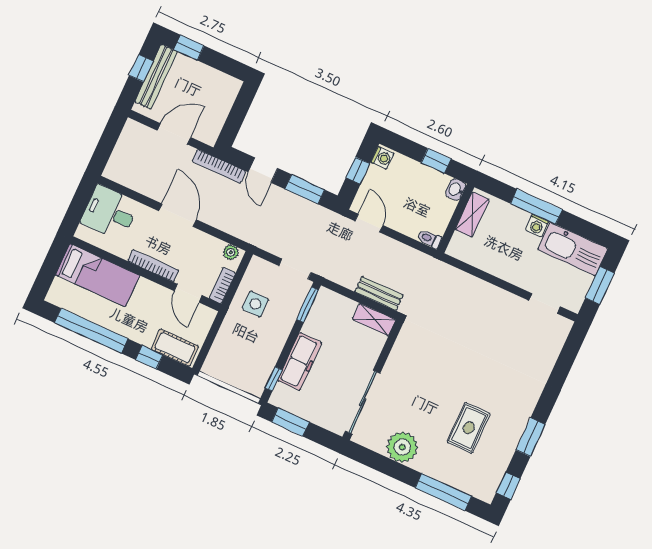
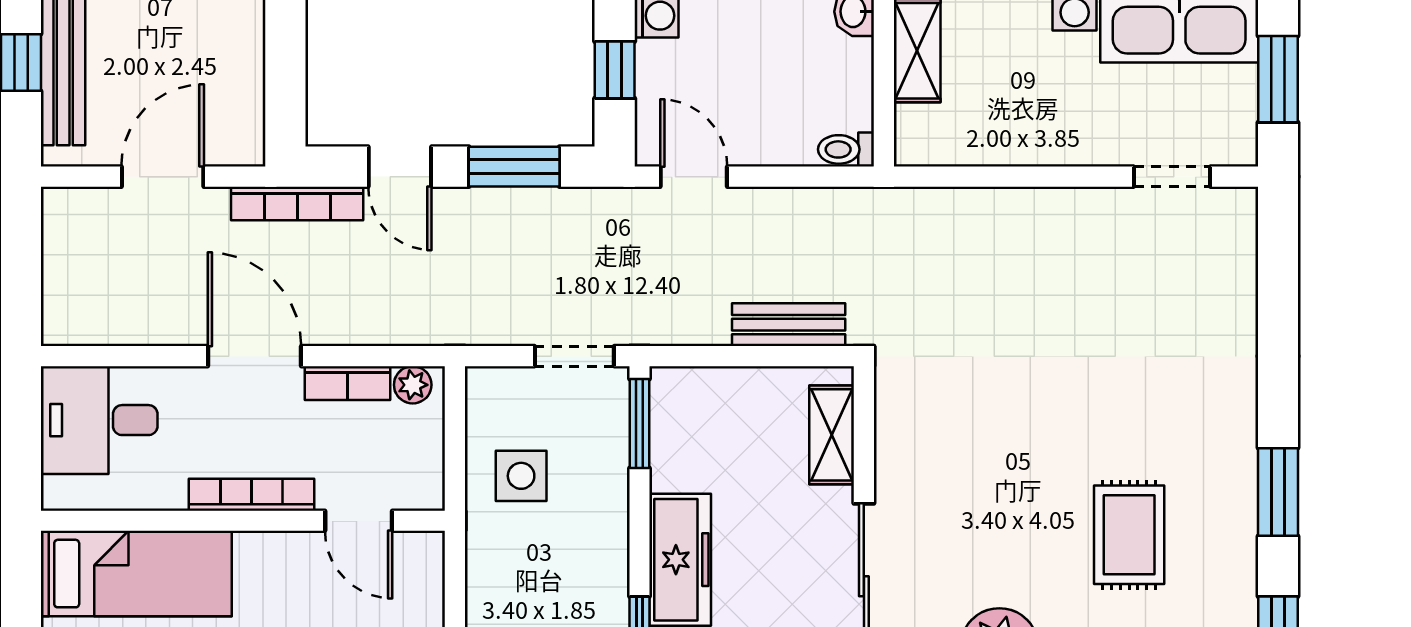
bookcase: (222, 286) -> (347, 383), moved, turned -90
shelving: (374, 320) -> (832, 435), moved, turned 90

